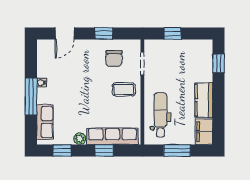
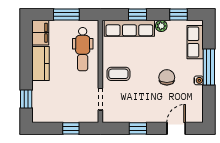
chair: (114, 58) -> (167, 77), moved

